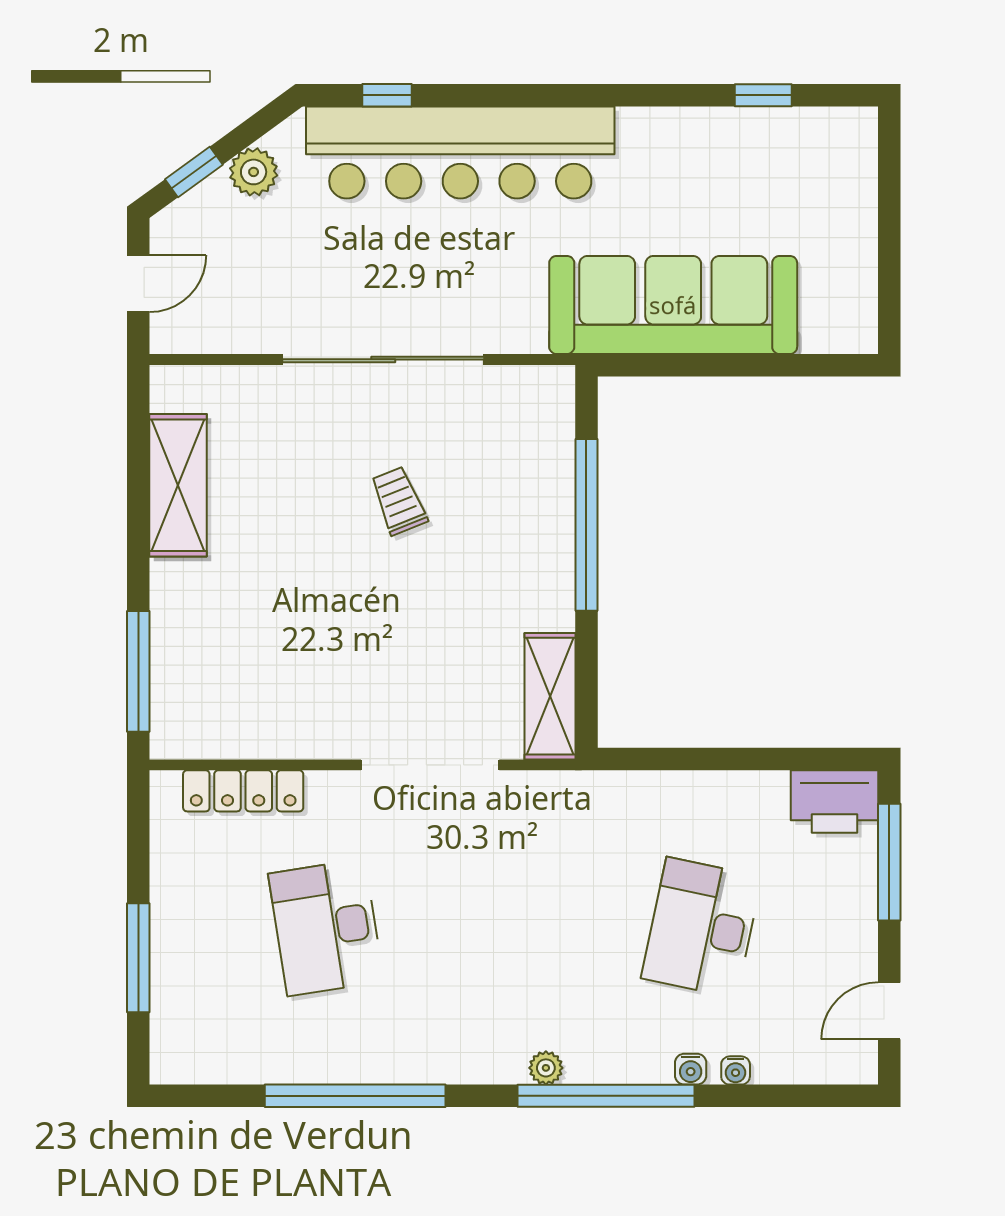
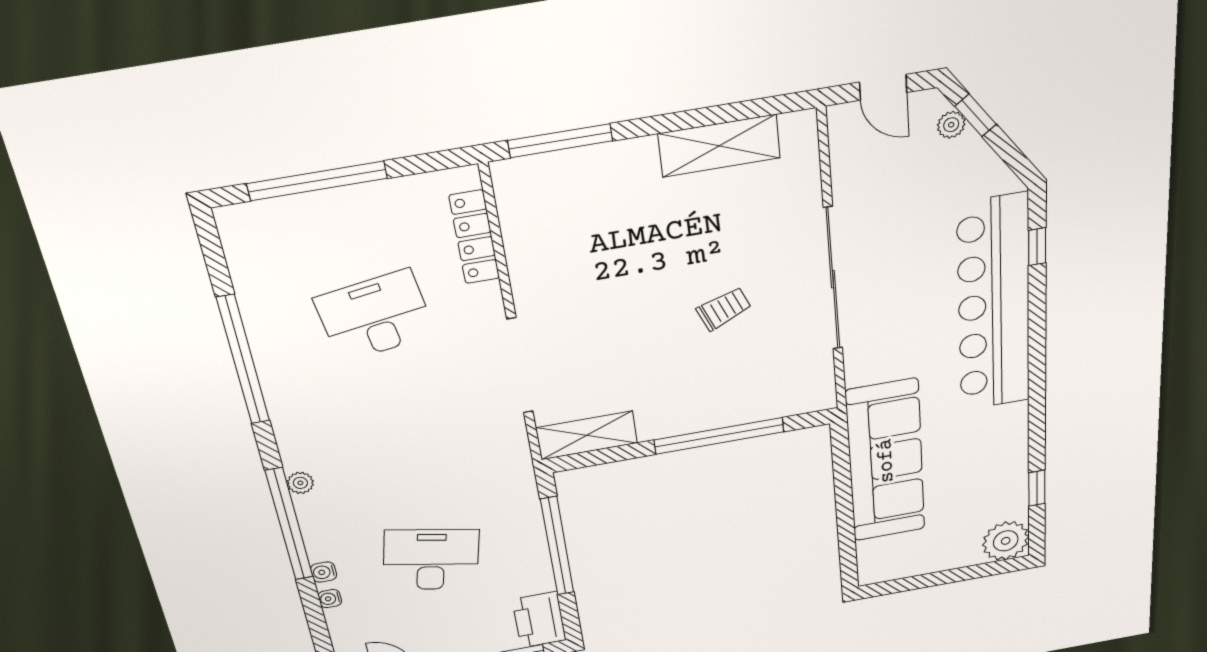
plant: (844, 140) -> (1006, 541), added
plant: (254, 172) -> (951, 125), moved, width x0.73, depth x0.73
window: (716, 759) -> (557, 546), added
window: (138, 958) -> (317, 181), width x1.46

